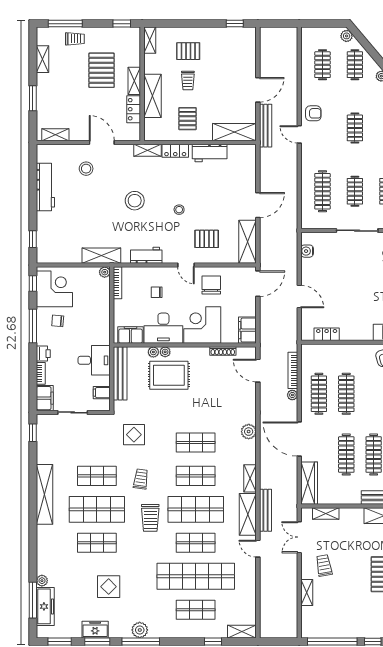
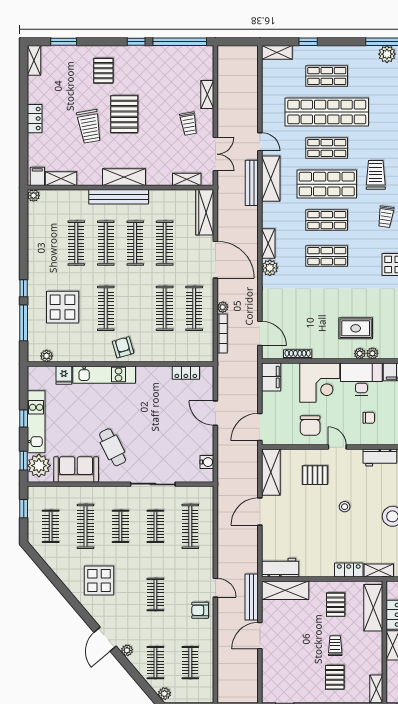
pallet: (188, 51) -> (335, 677), turned 90
shelving: (152, 96) -> (373, 608), moved
workbench: (210, 153) -> (280, 568), moved
rug: (169, 375) -> (356, 328), width x0.73, depth x0.70
shelving: (250, 478) -> (268, 244), moved

